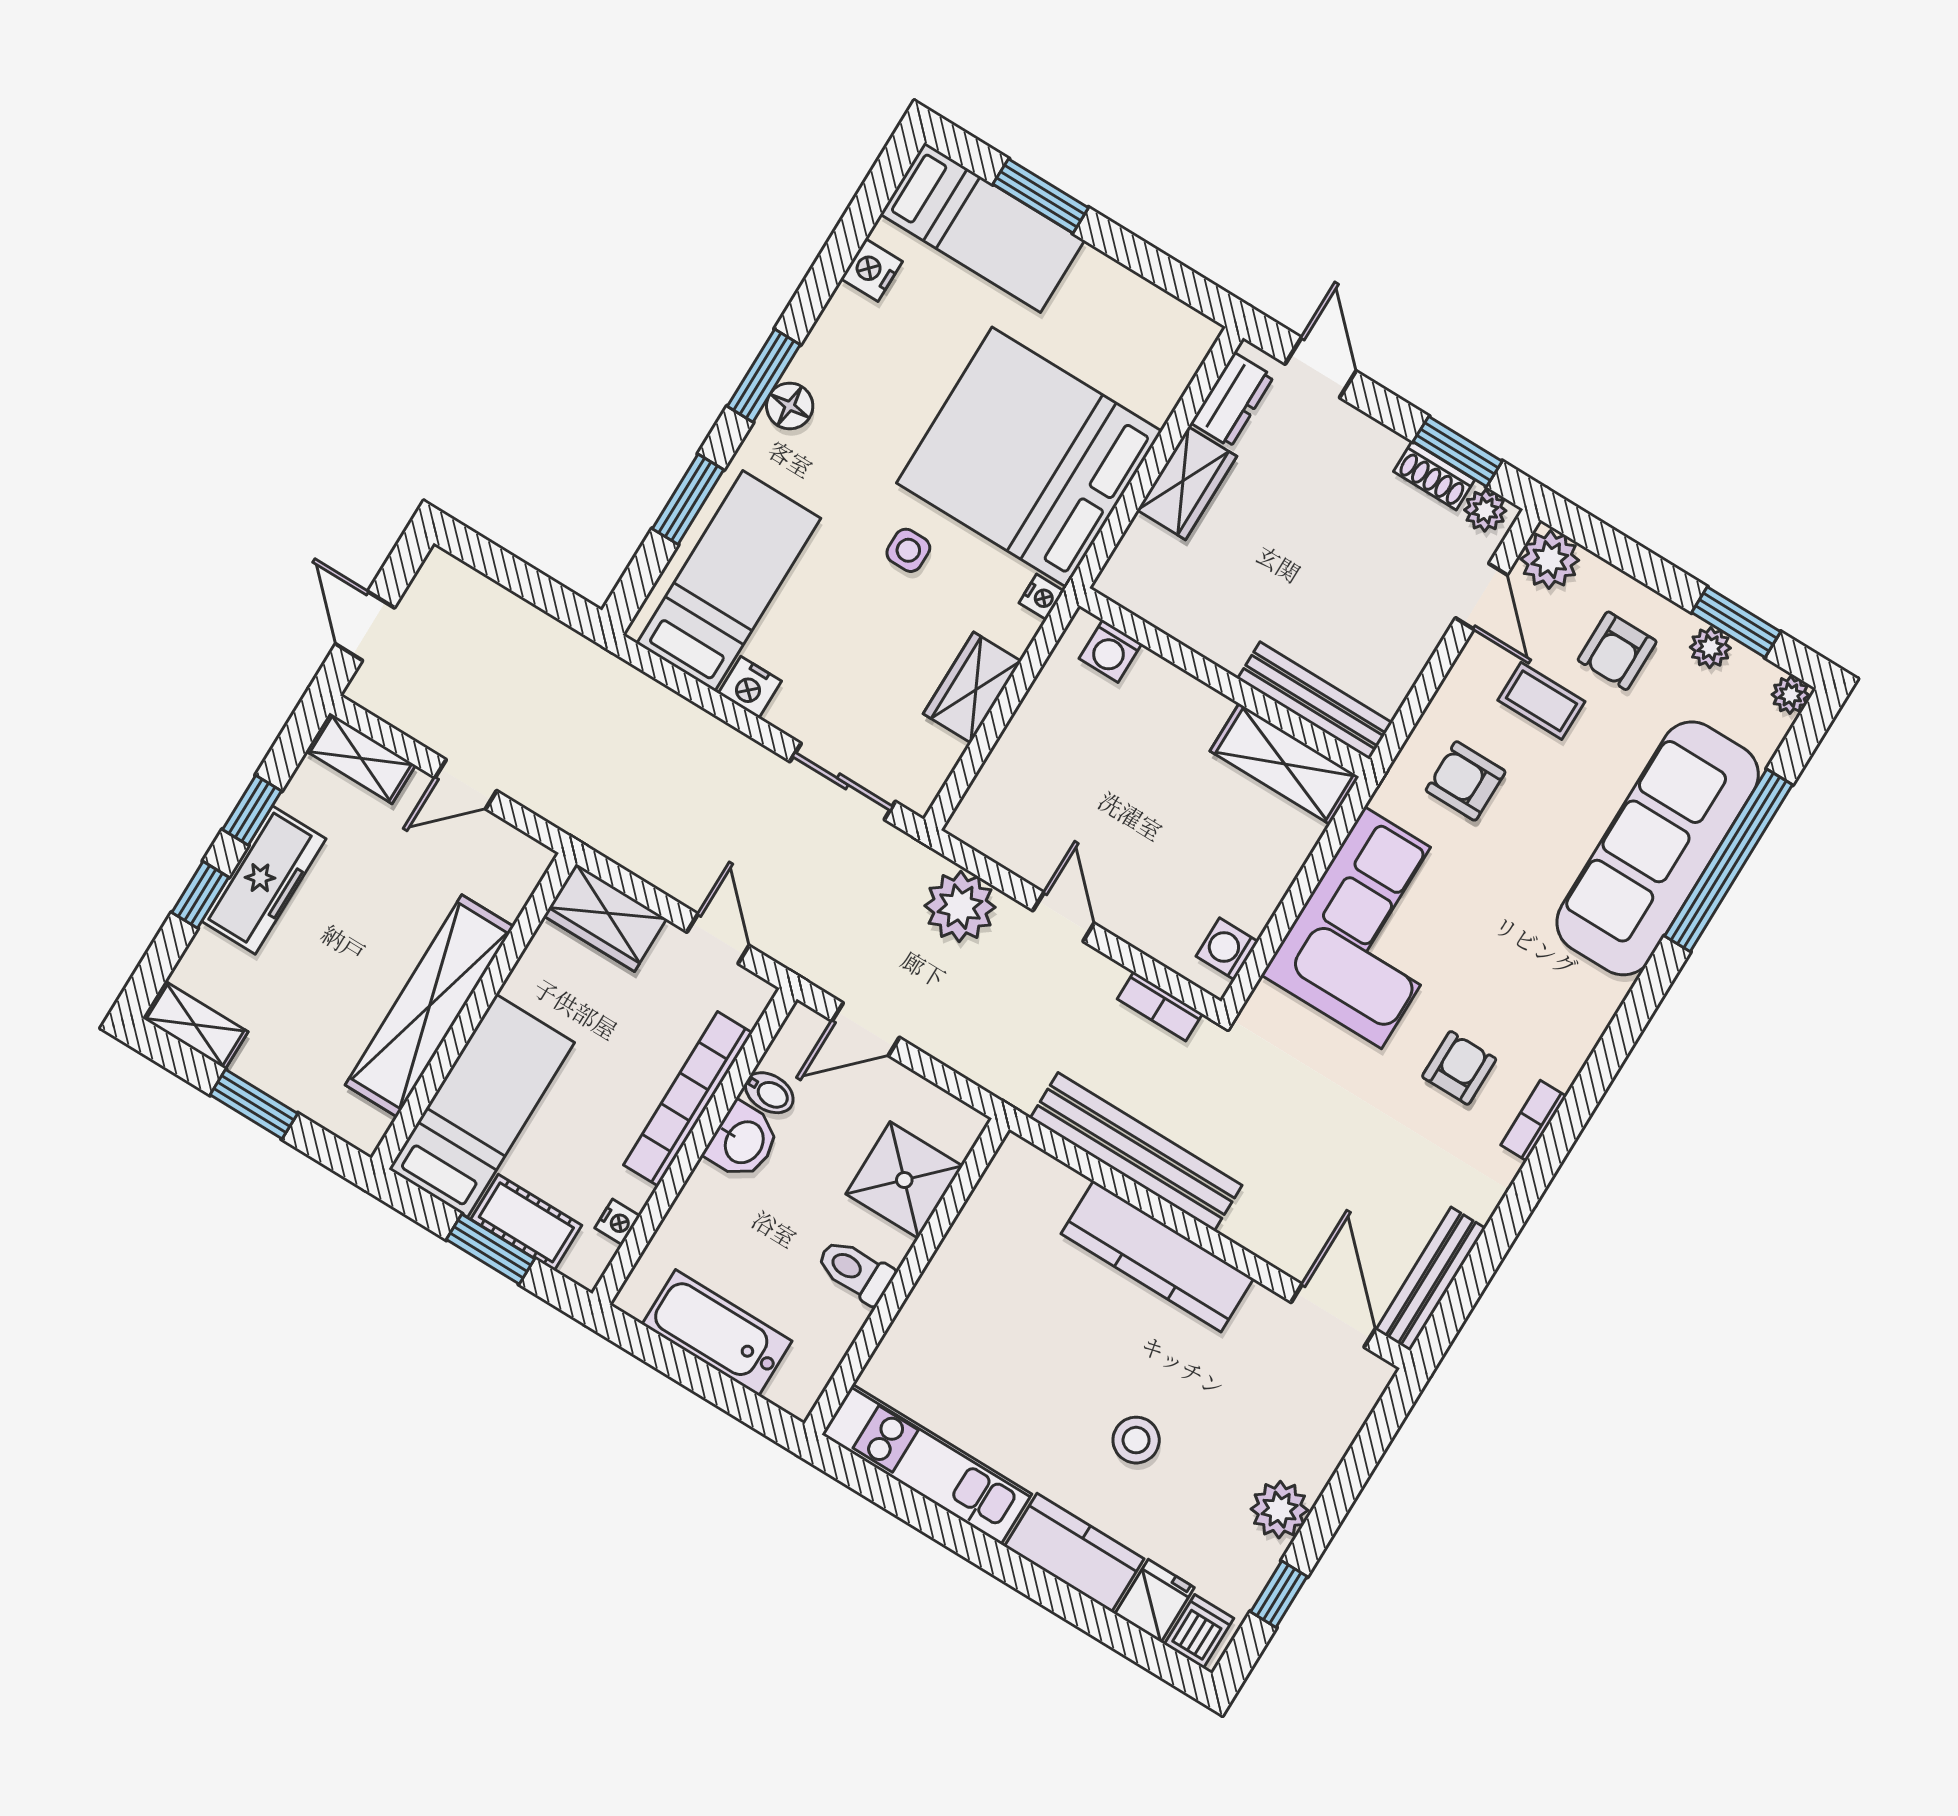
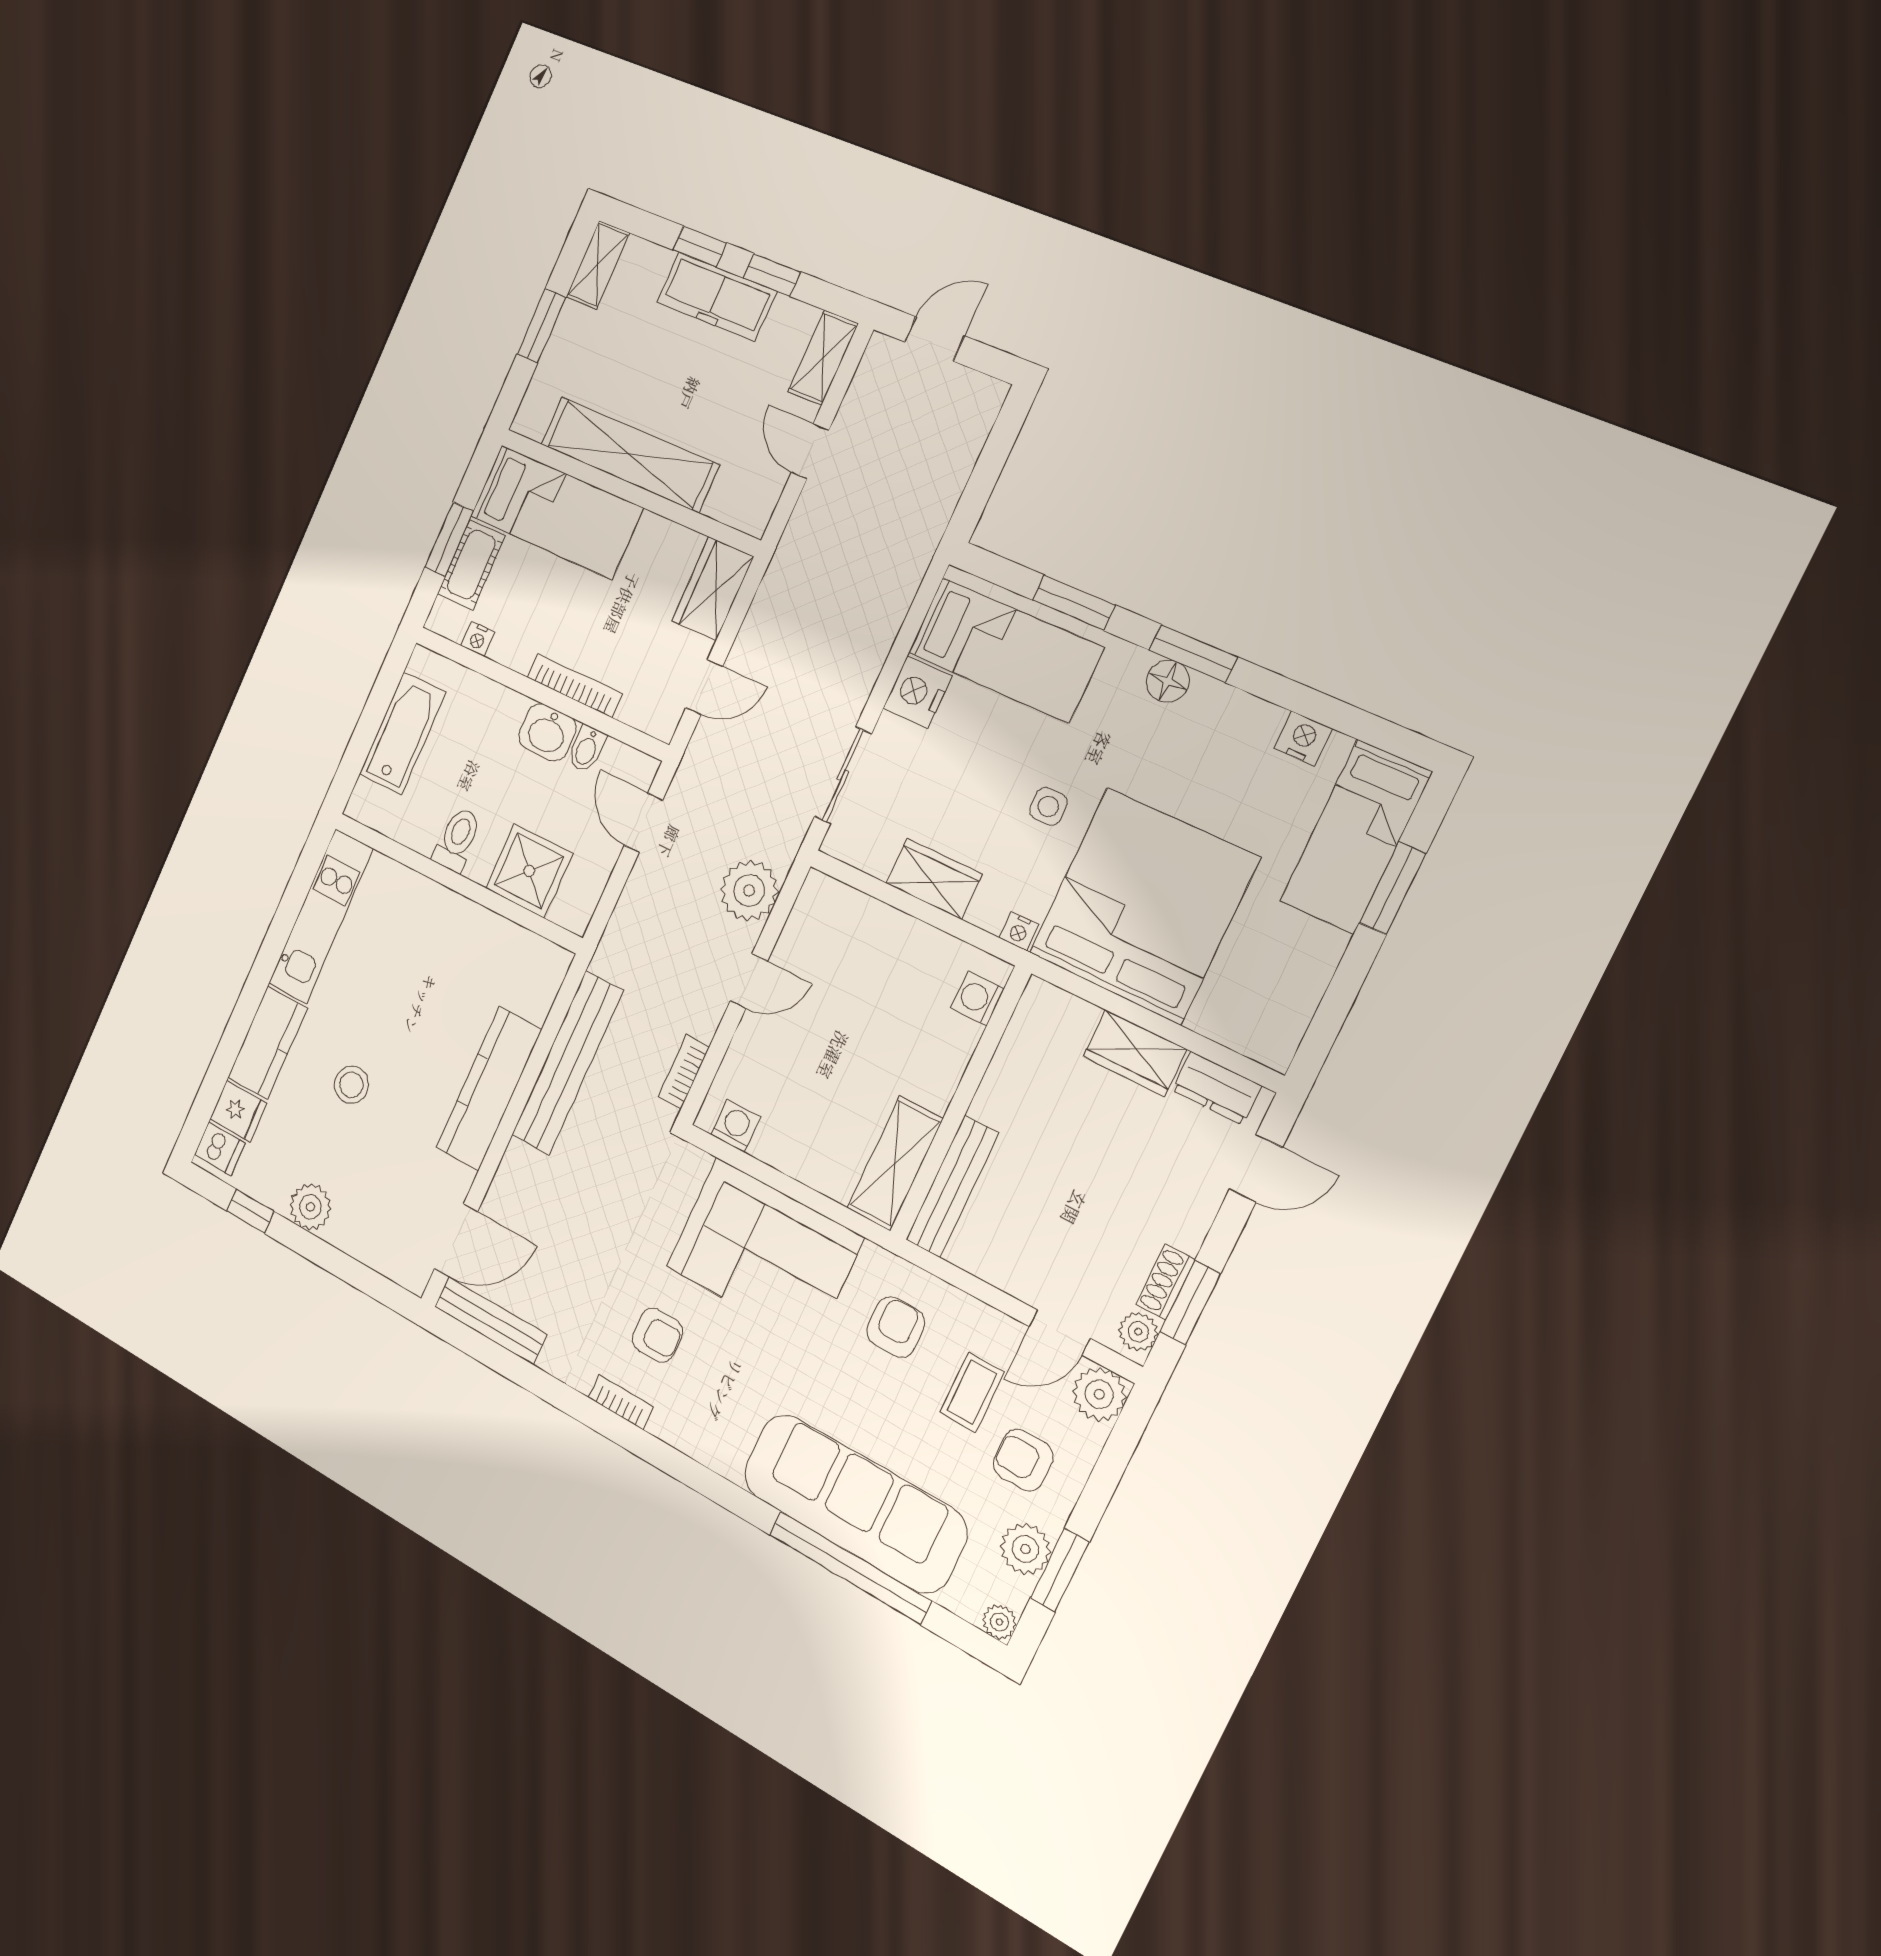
plant: (1710, 648) -> (1025, 1549), width x1.38, depth x1.38
nightstand: (750, 687) -> (917, 692), width x1.36, depth x1.33
bookcase: (688, 1099) -> (574, 685), width x0.68, depth x0.76

